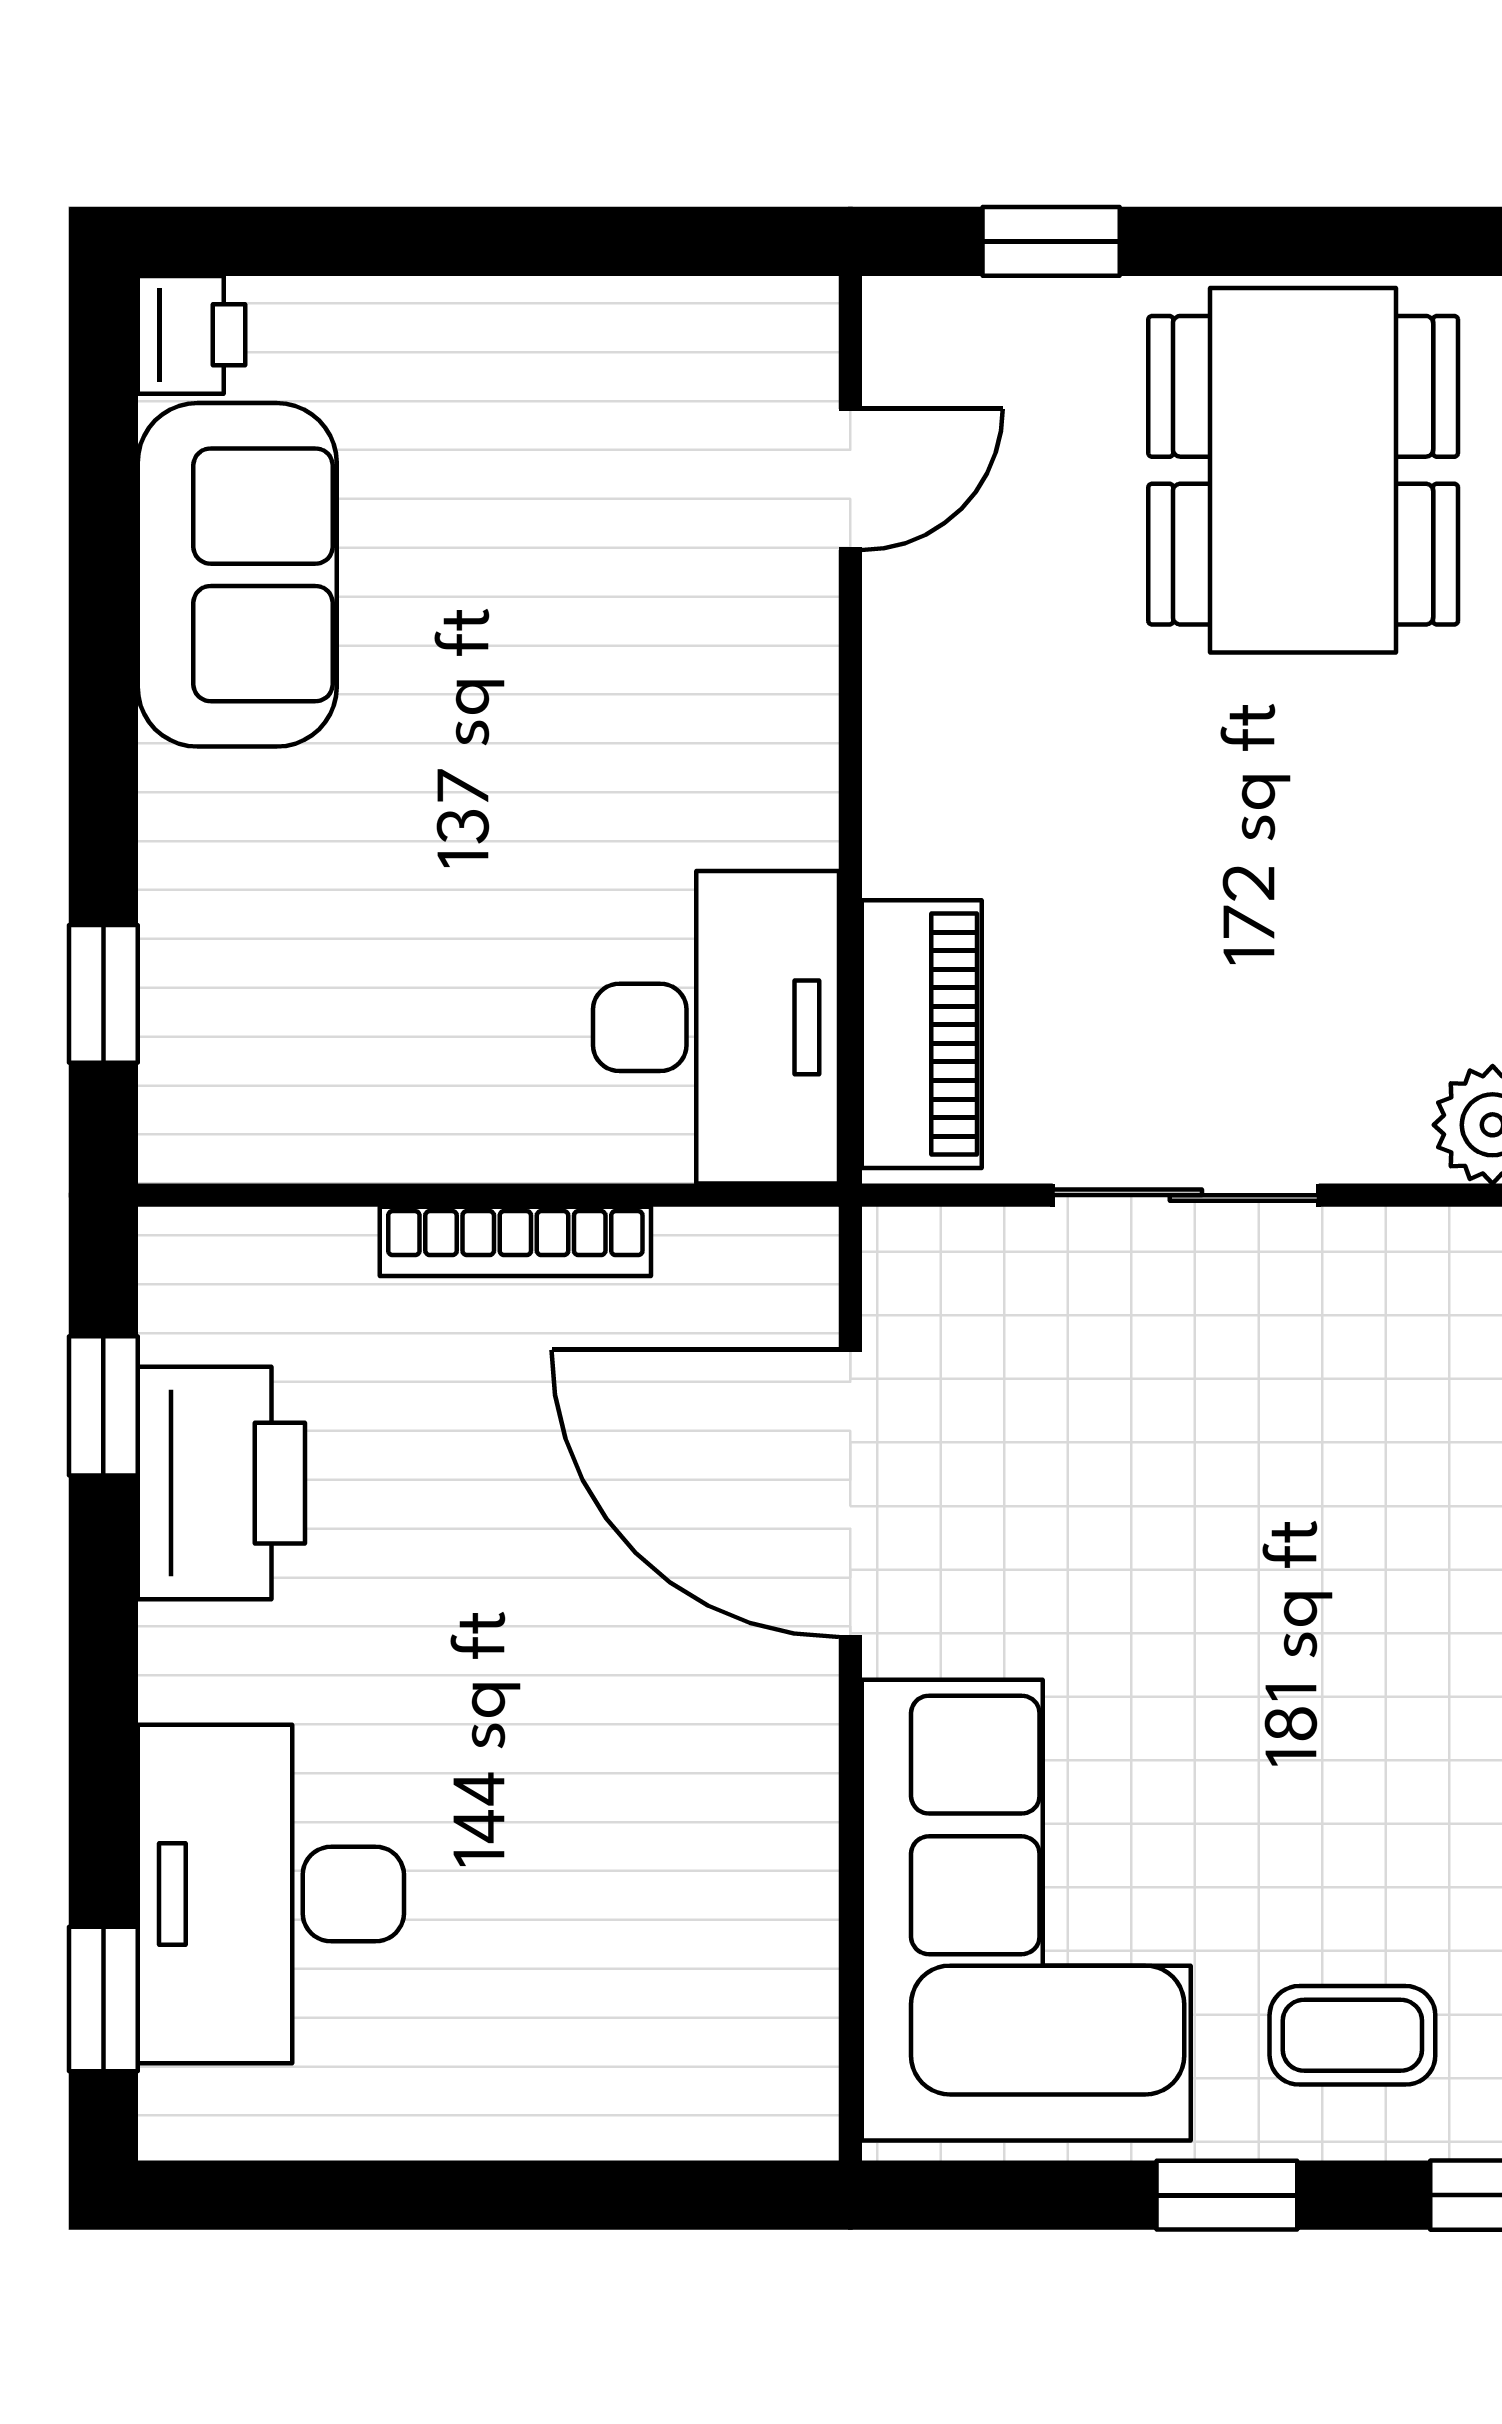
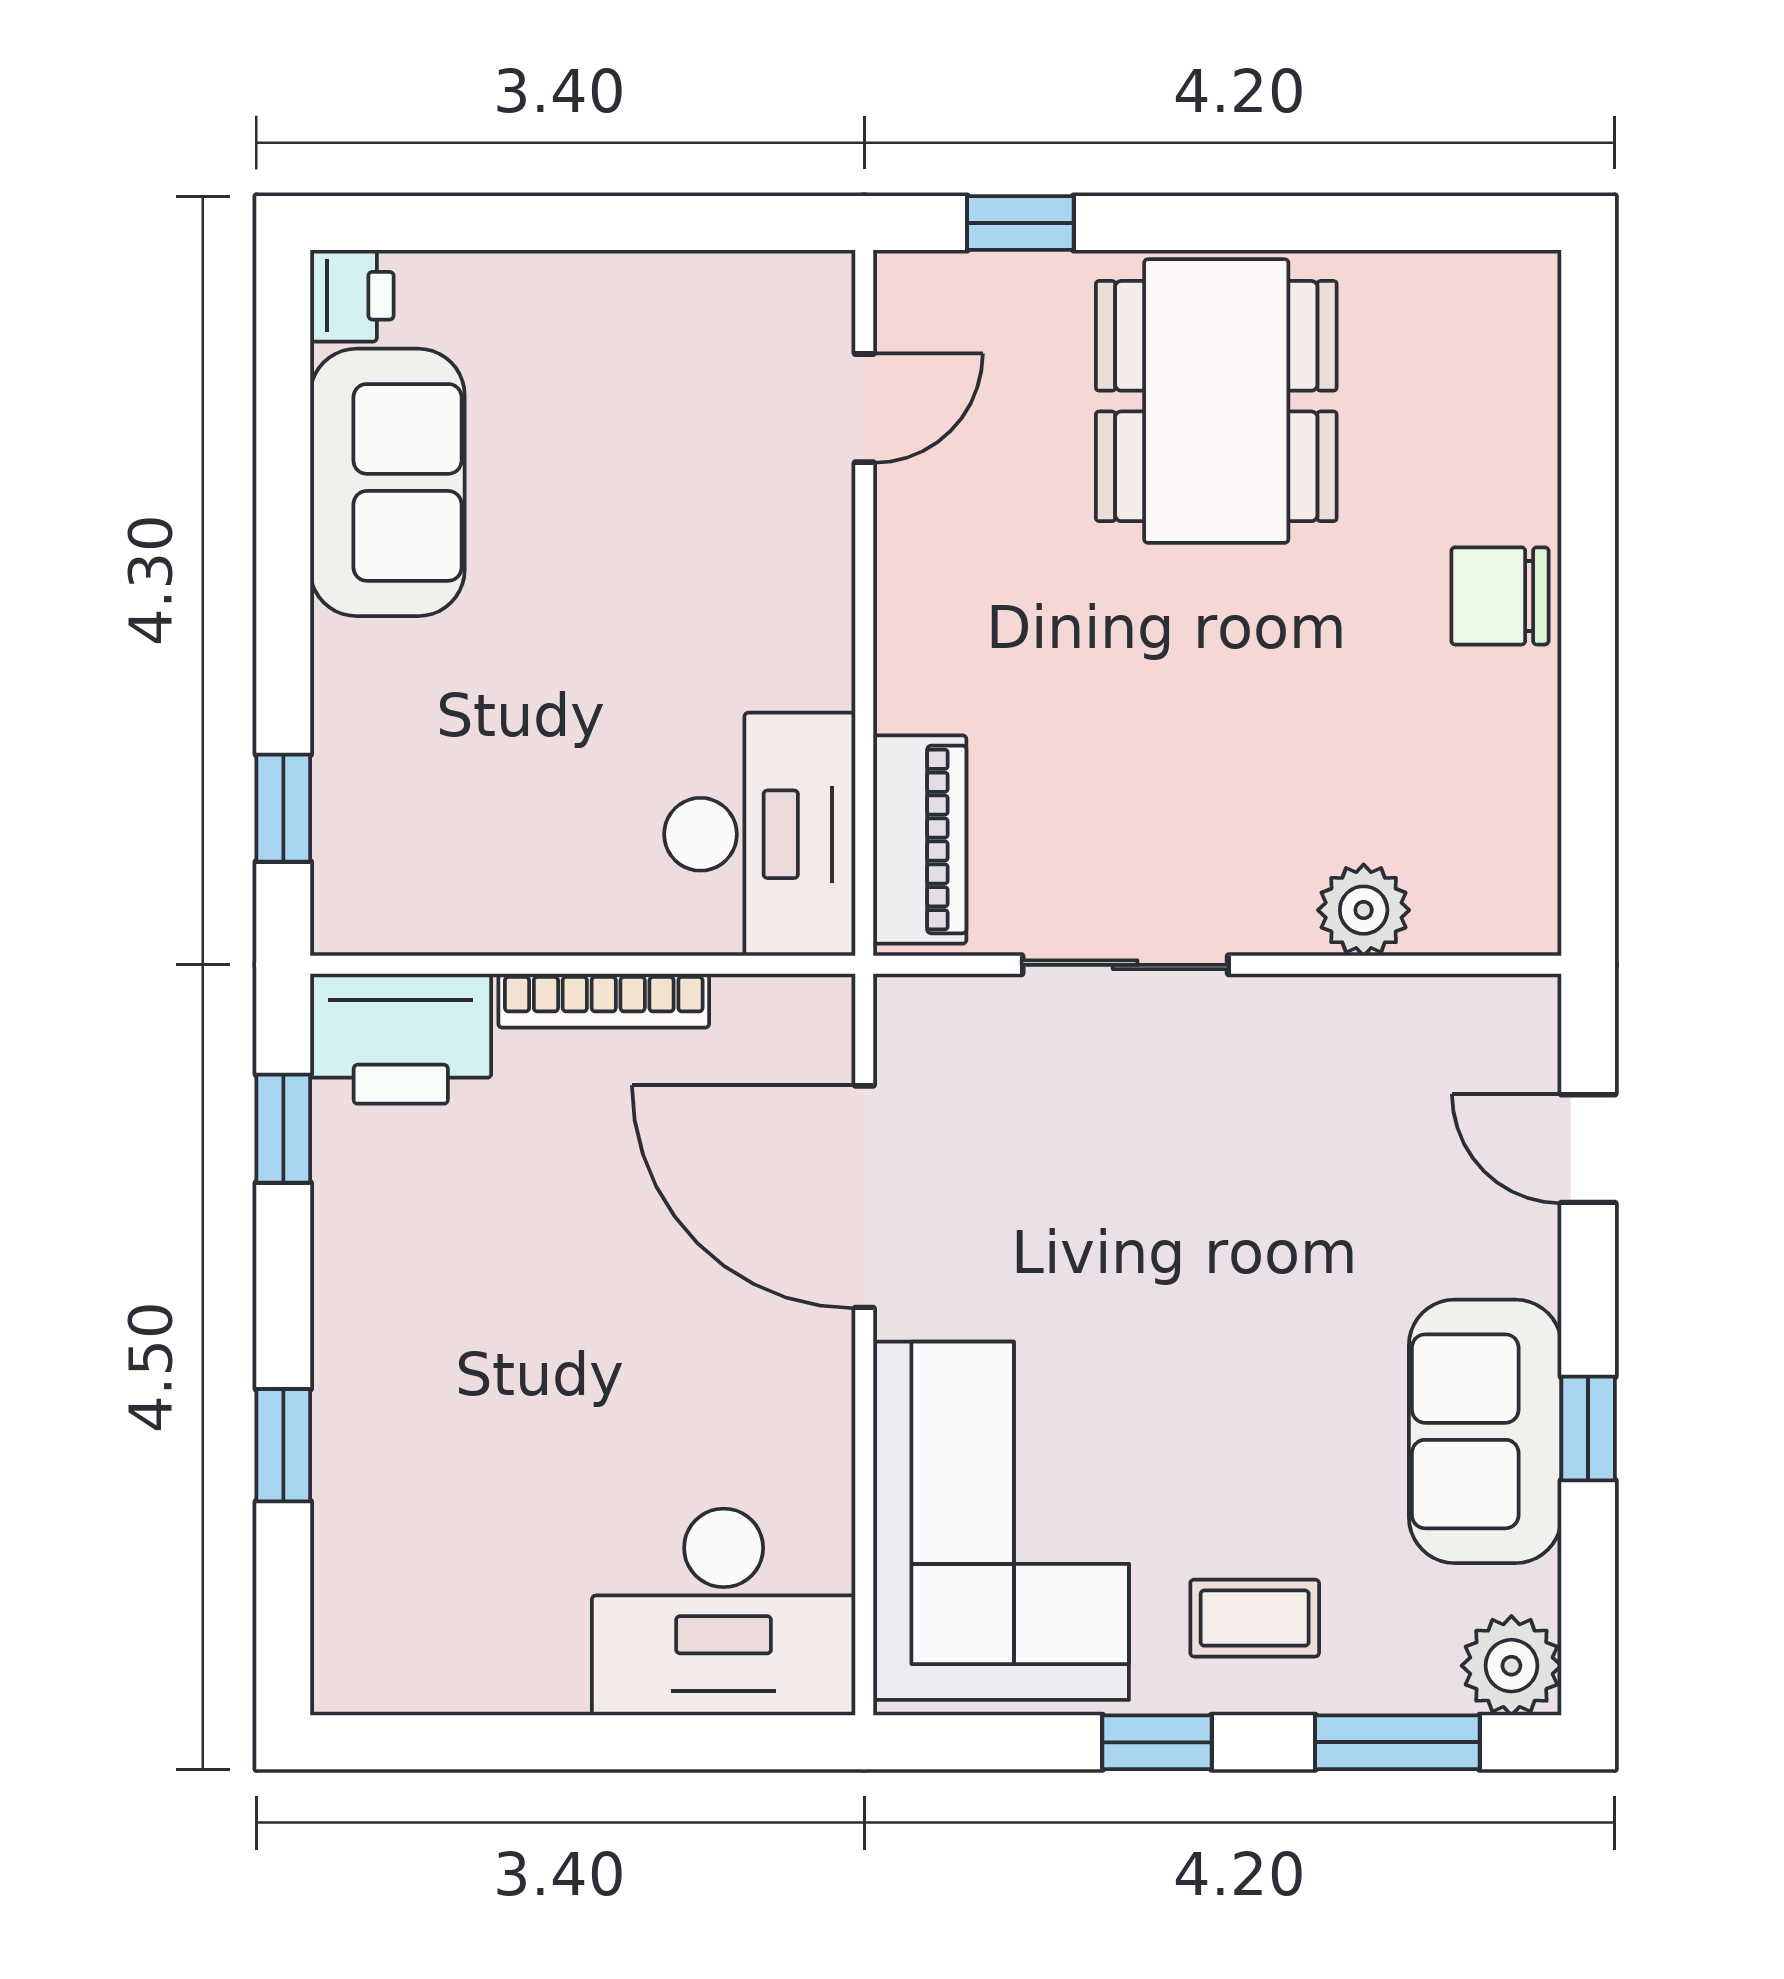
printer: (221, 1483) -> (401, 1039), moved, turned 90
desk: (271, 1894) -> (724, 1612), moved, turned -90
window: (103, 1999) -> (283, 1445), moved

